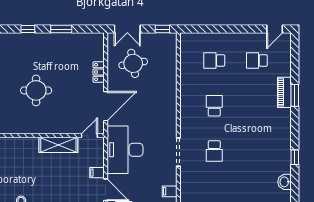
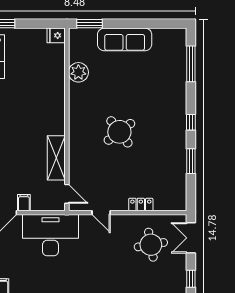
round table: (36, 90) -> (119, 132), turned -37
door: (106, 106) -> (101, 213), width x0.53

